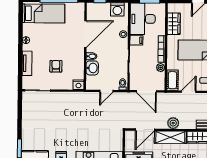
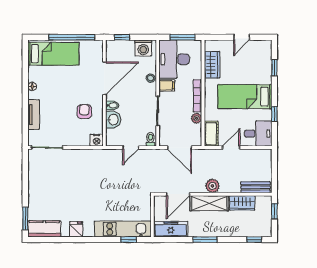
armchair: (56, 66) -> (84, 112), moved

